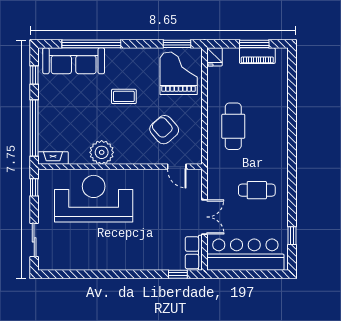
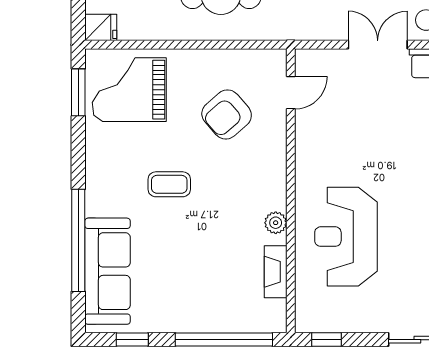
coffee table: (124, 96) -> (169, 184), turned 90
plant: (102, 152) -> (276, 223), width x0.53, depth x0.53
fireplace: (53, 158) -> (276, 272), moved
reception desk: (94, 199) -> (346, 237), width x0.74, depth x0.77

